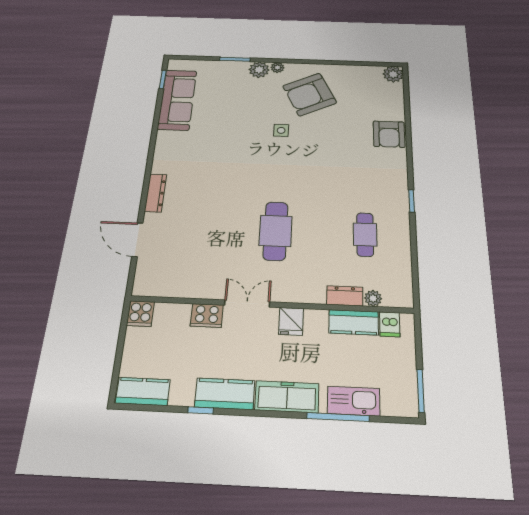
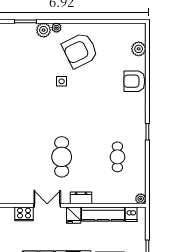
plant: (393, 74) -> (139, 49), moved
armchair: (389, 134) -> (134, 81), turned 90
dresser: (345, 296) -> (81, 198), moved
plant: (373, 298) -> (141, 199), moved
kitchen counter: (354, 322) -> (103, 214), width x1.50

